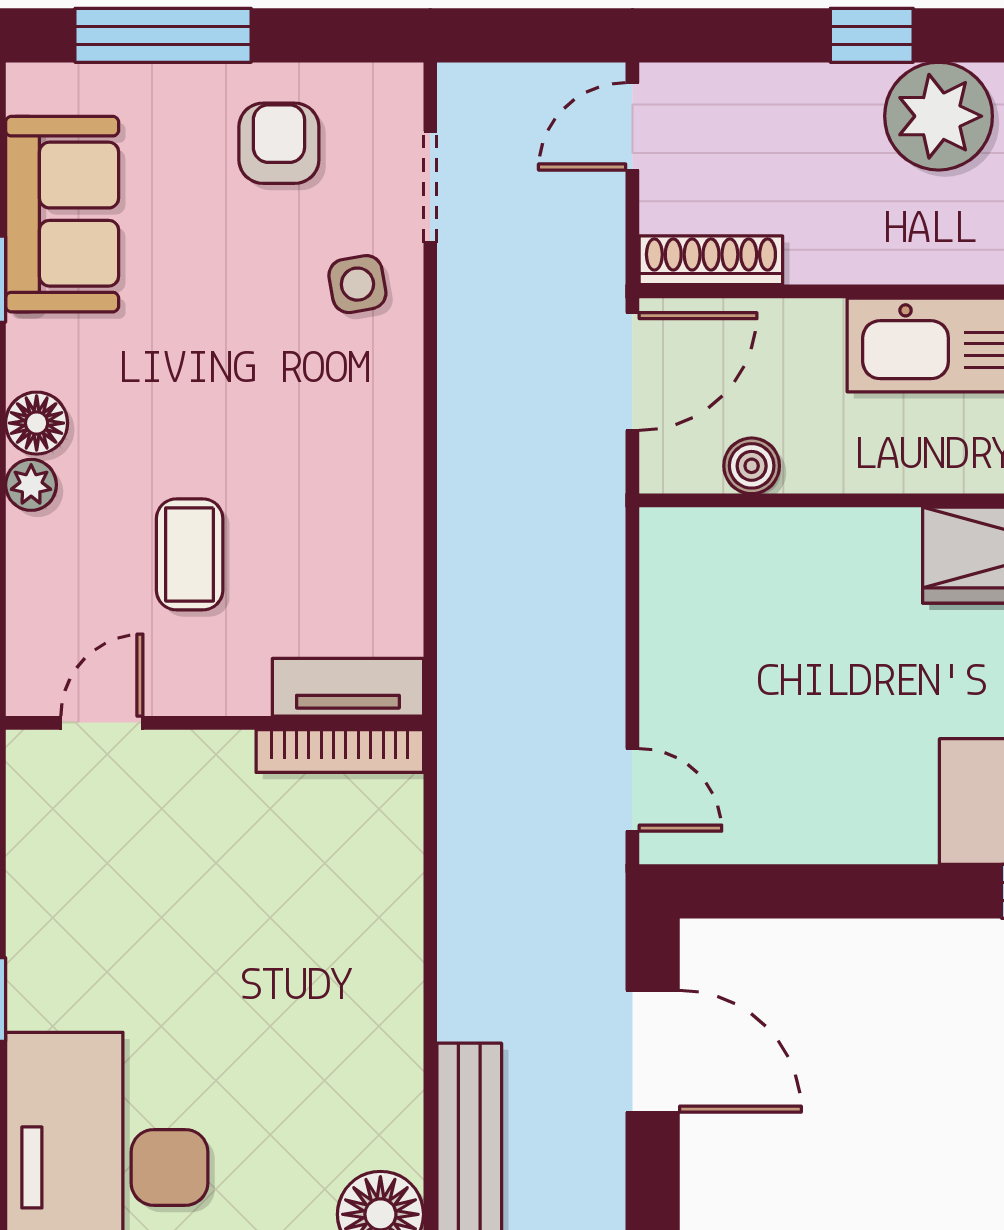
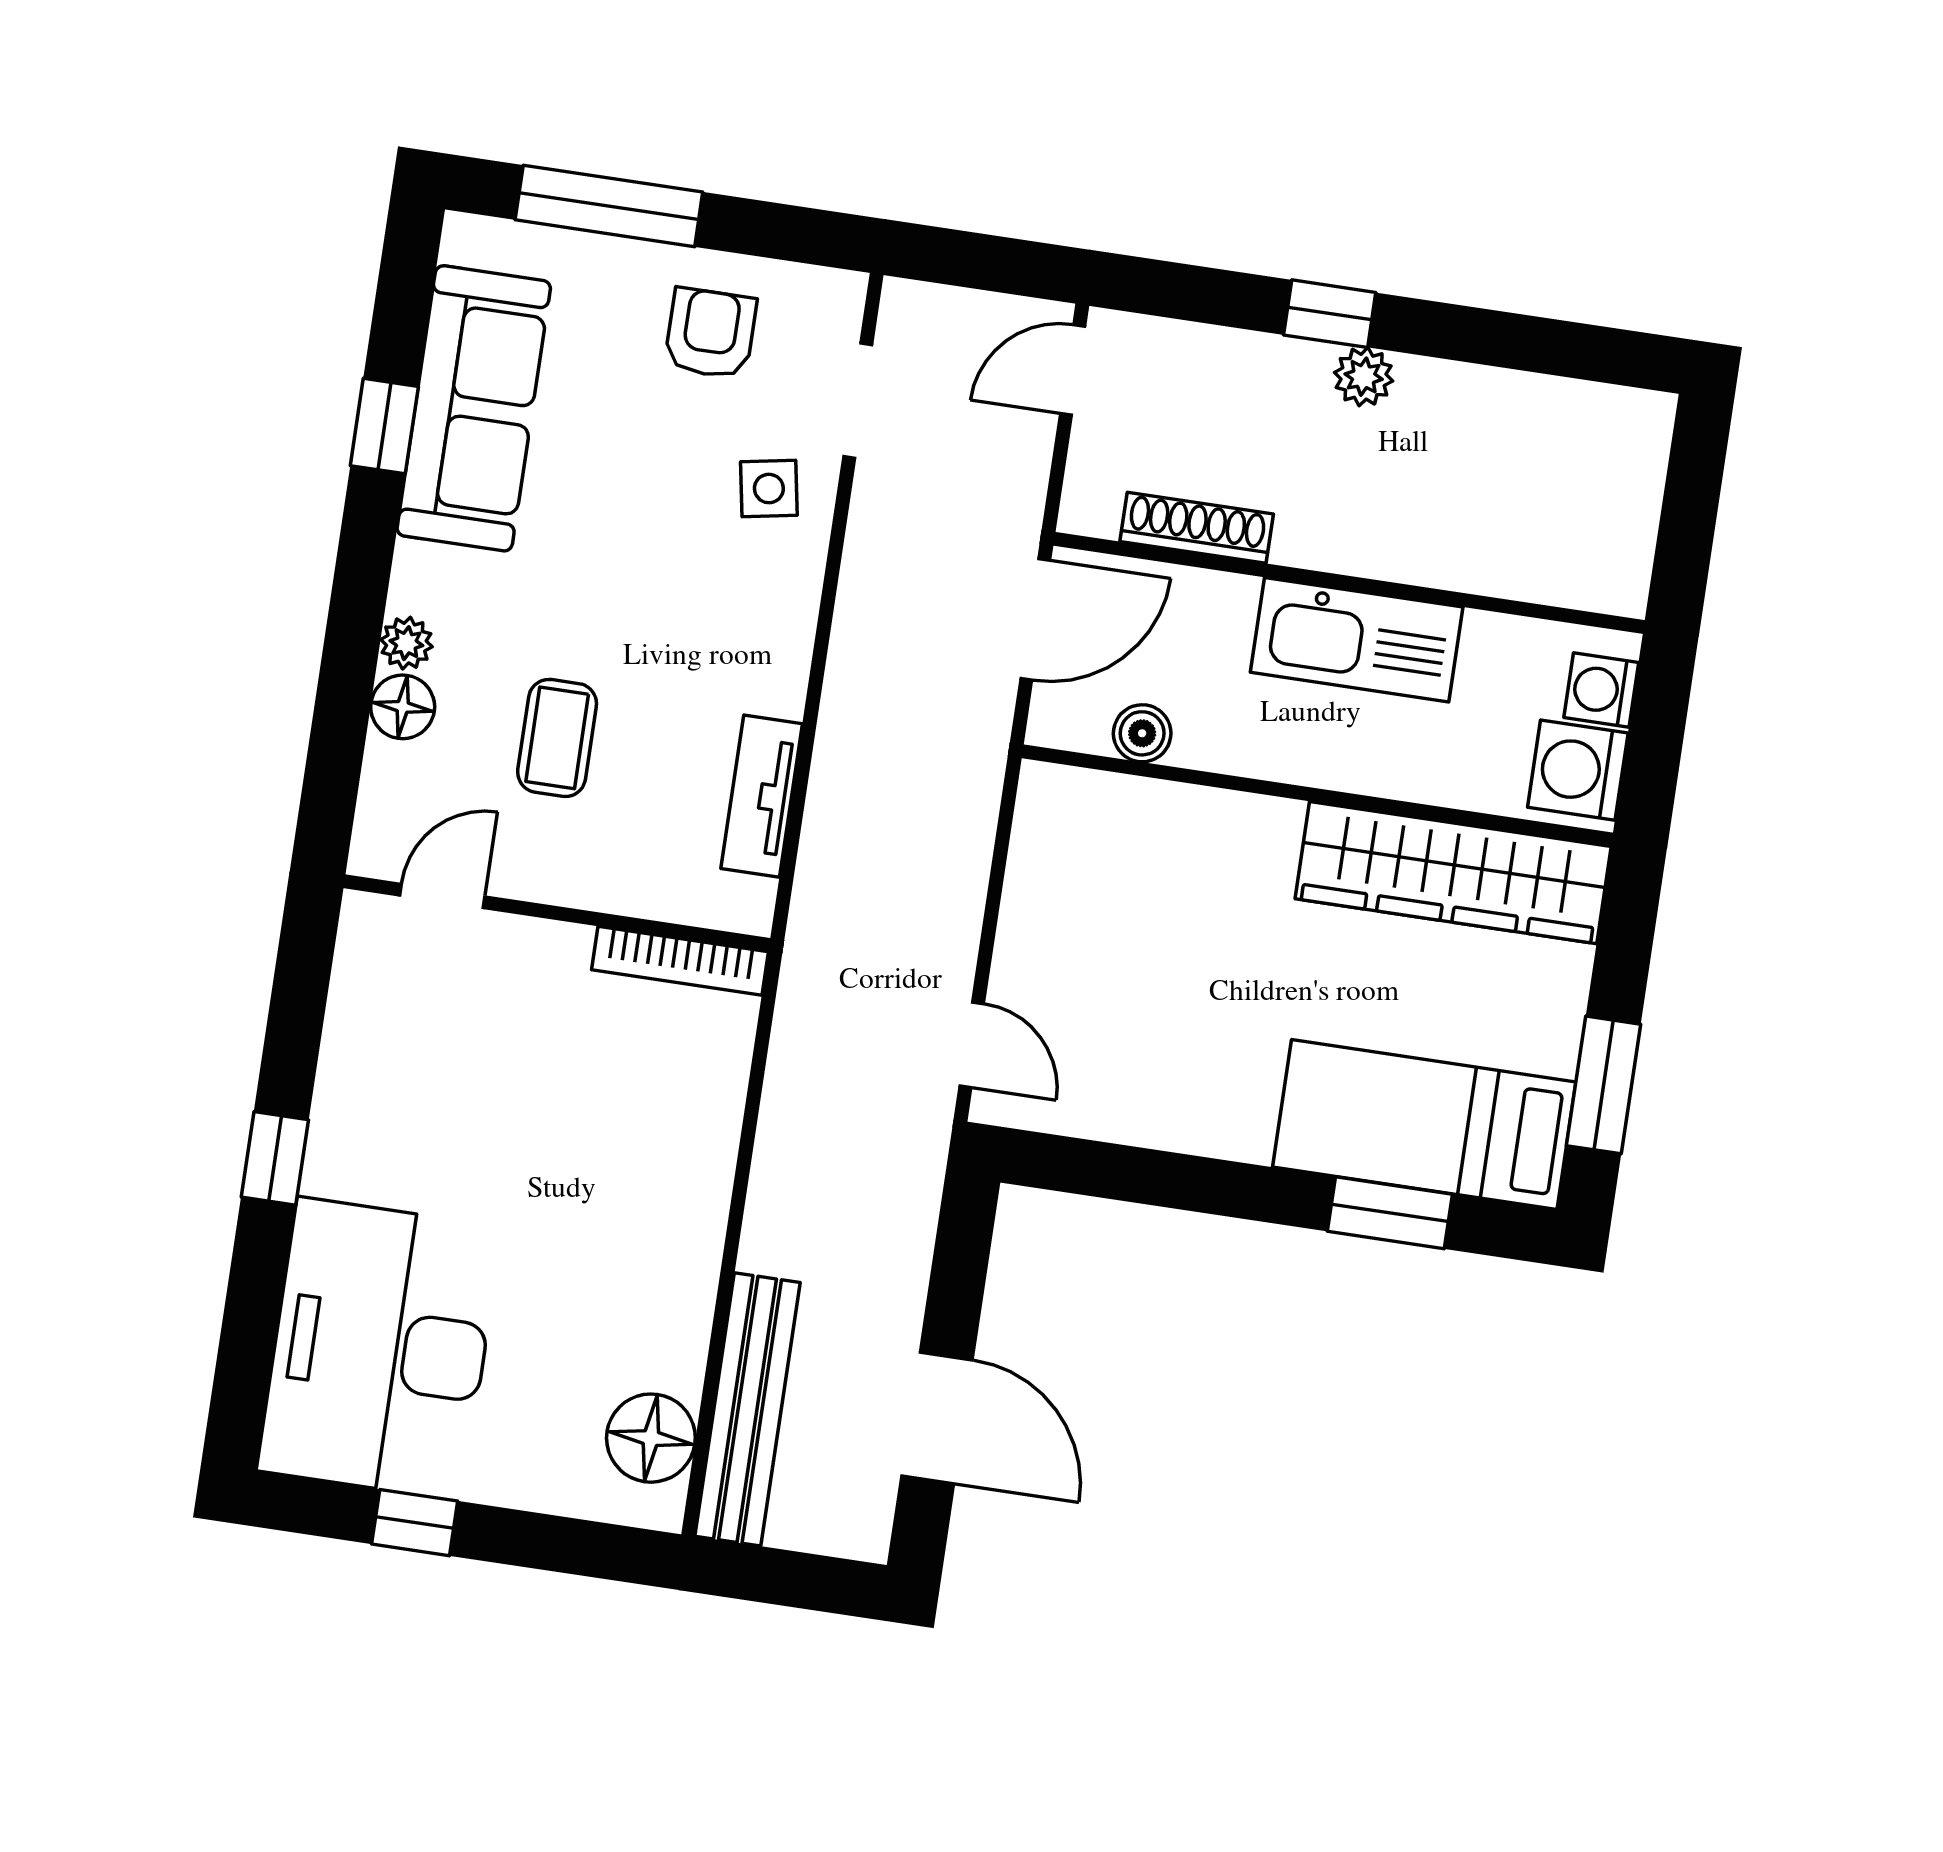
plant: (939, 116) -> (1364, 377), width x0.53, depth x0.53
sofa: (62, 214) -> (474, 408), width x1.36
shoe rack: (711, 260) -> (1197, 528), moved
floor lamp: (37, 423) -> (403, 707), moved
tv unit: (348, 687) -> (762, 796), moved, turned -90
door: (653, 1051) -> (937, 1418), moved

